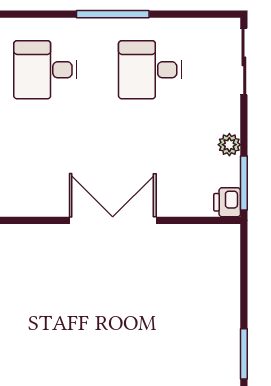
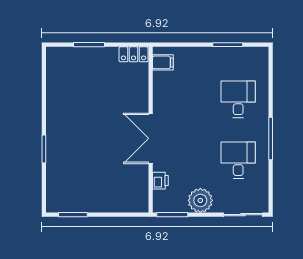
plant: (229, 145) -> (200, 200), width x1.88, depth x1.88
printer: (227, 202) -> (160, 181), moved, turned 90
double door: (113, 220) -> (151, 138), swing flipped

